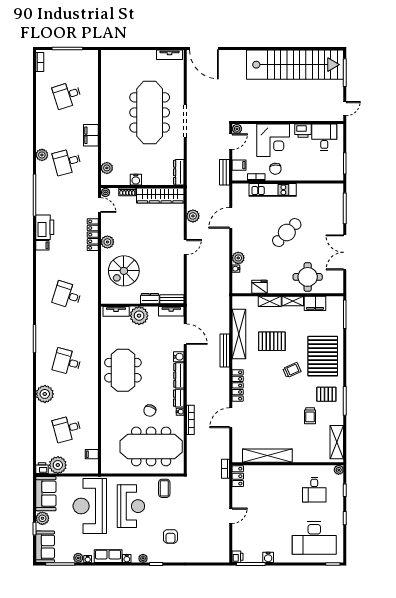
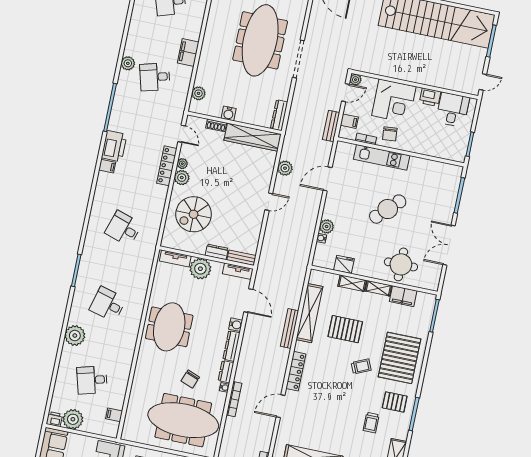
plant: (105, 192) -> (182, 164), moved

